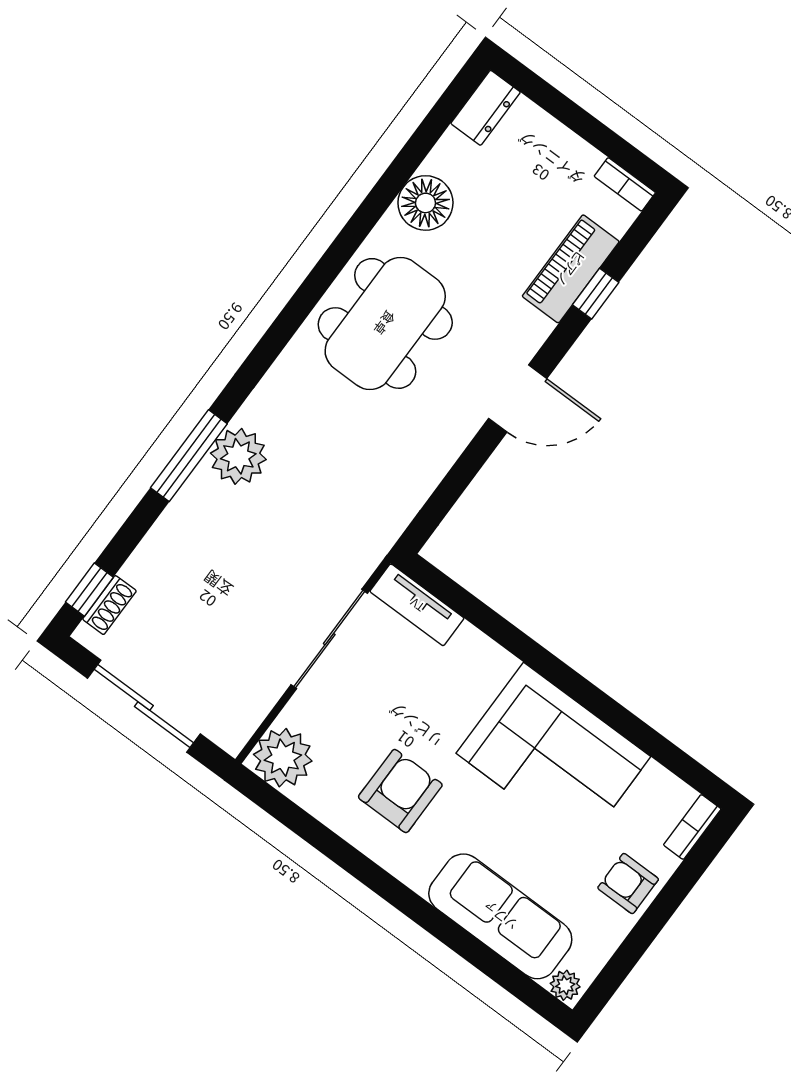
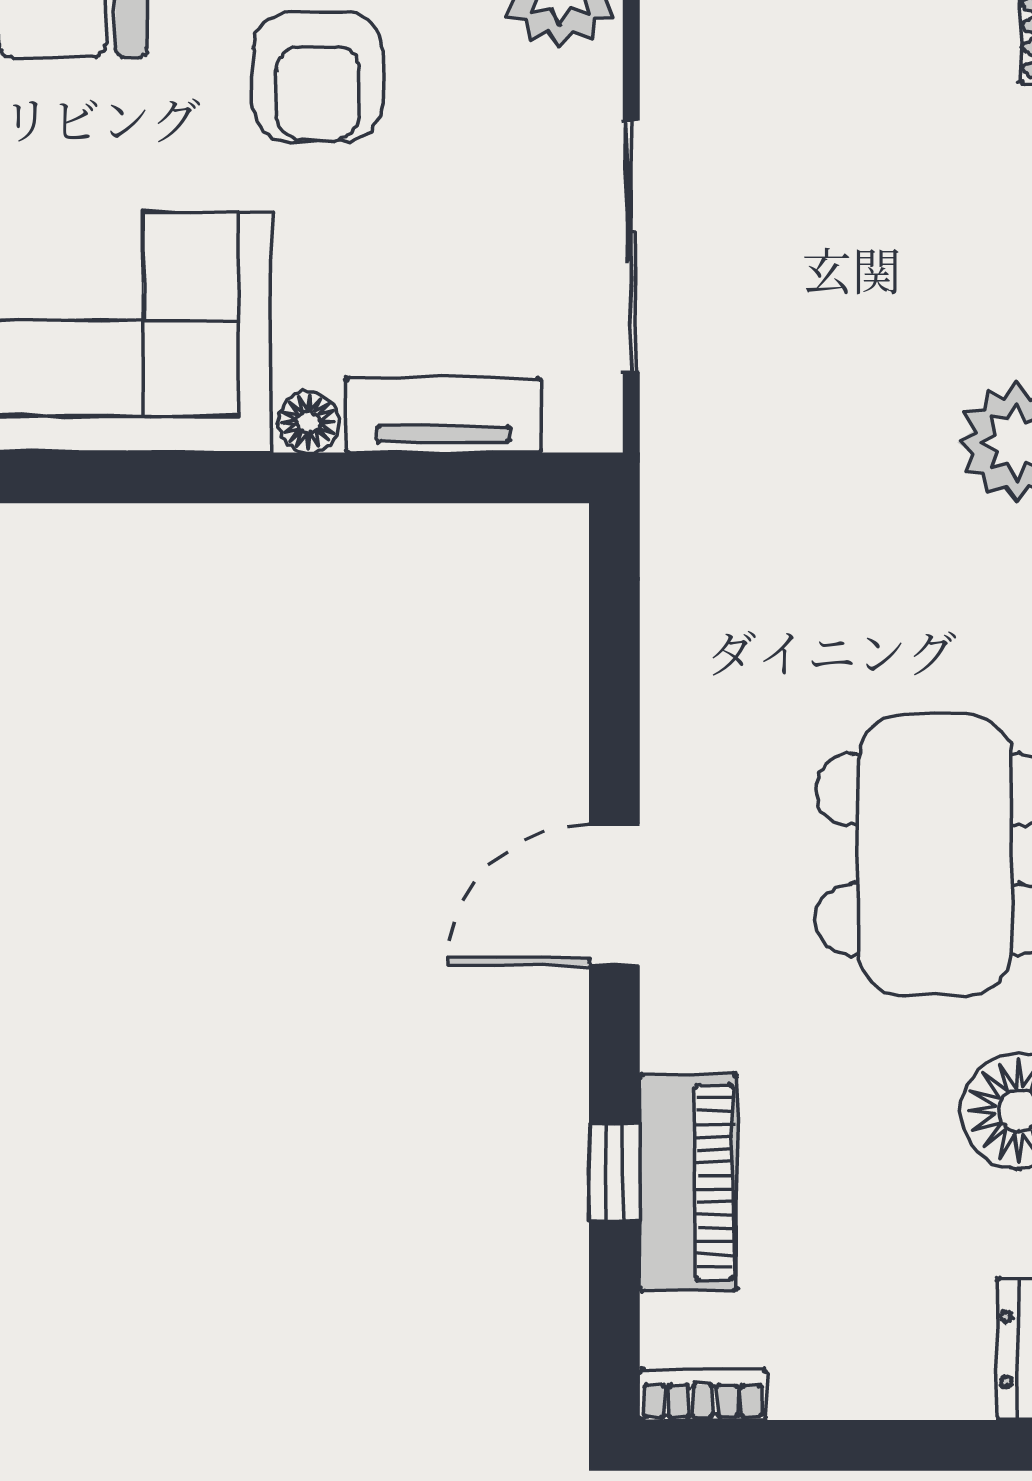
tv unit: (417, 605) -> (444, 415), moved
floor lamp: (501, 663) -> (309, 422), added

